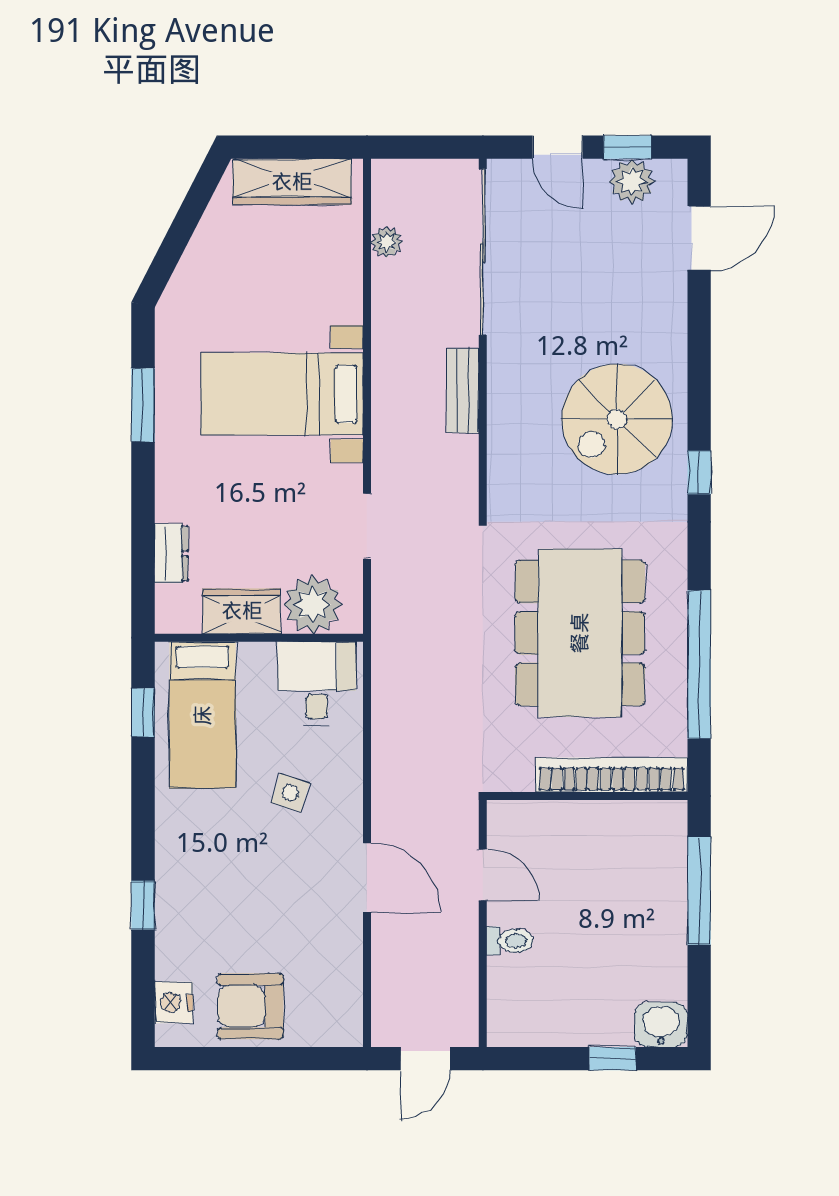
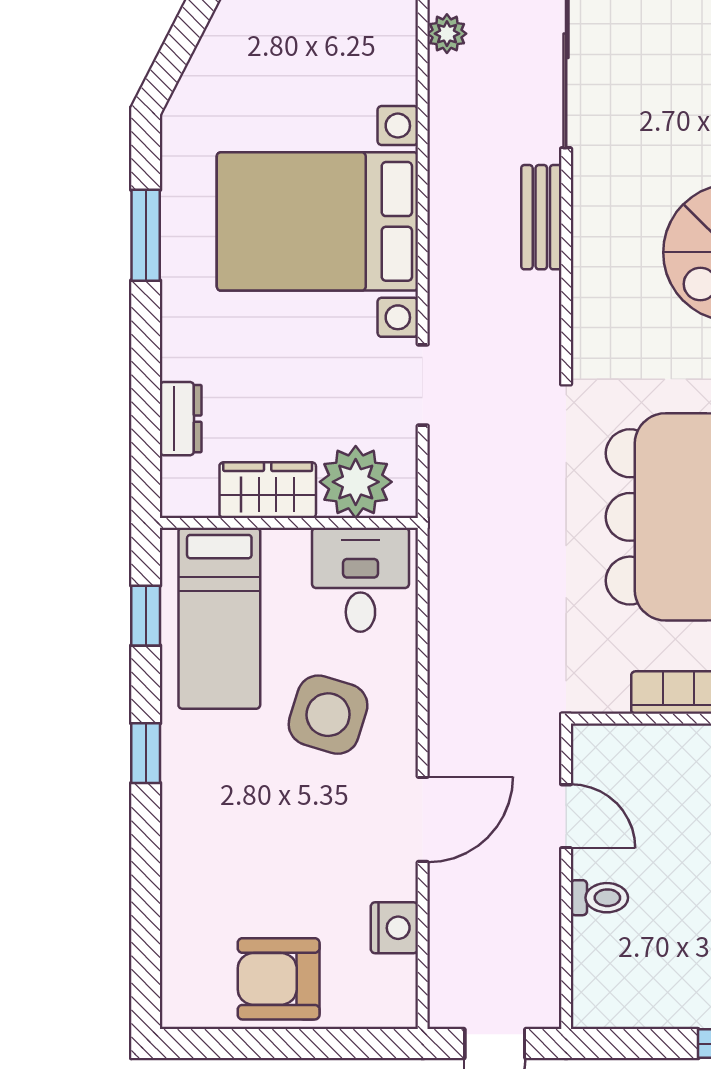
bed with nightstands: (282, 394) -> (317, 221), width x1.36
side table: (290, 793) -> (328, 715), width x1.87, depth x1.87
door: (367, 877) -> (423, 819), hinge flipped
window: (143, 905) -> (146, 753), moved
nightstand: (174, 1003) -> (394, 928), moved, turned 180

